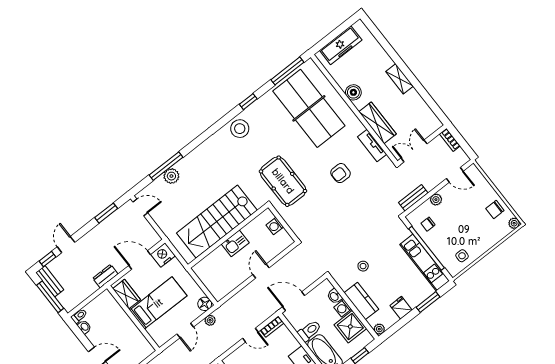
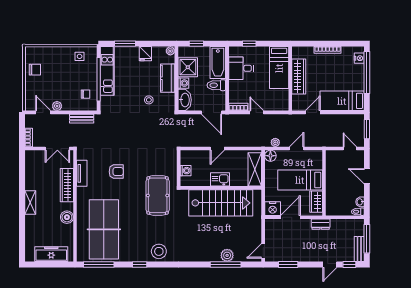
plant: (436, 200) -> (57, 106), moved
door: (140, 207) -> (263, 251), hinge flipped
plant: (514, 223) -> (29, 51), removed
door: (140, 260) -> (290, 217), swing flipped
shelving: (209, 279) -> (255, 169), added
washbasin: (334, 296) -> (185, 100), width x1.91, depth x1.45

